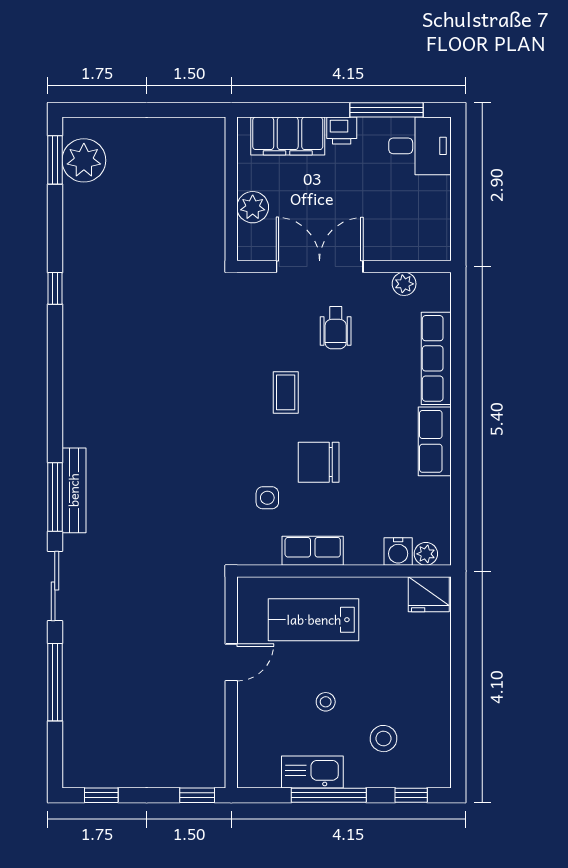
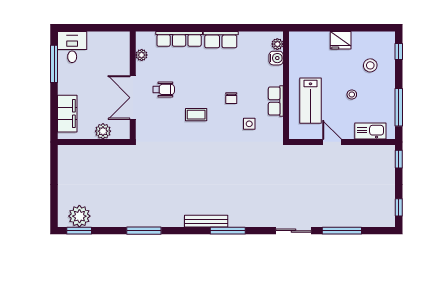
printer: (342, 130) -> (64, 86), removed
window: (55, 288) -> (144, 231), width x2.17
chair: (319, 462) -> (231, 98), width x0.54, depth x0.54
bench: (74, 490) -> (206, 221), moved
window: (55, 497) -> (228, 231), moved
fridge: (429, 594) -> (341, 40), moved, turned 90
kitchen sink: (312, 772) -> (370, 131), moved, turned 90
window: (329, 795) -> (399, 107), moved

